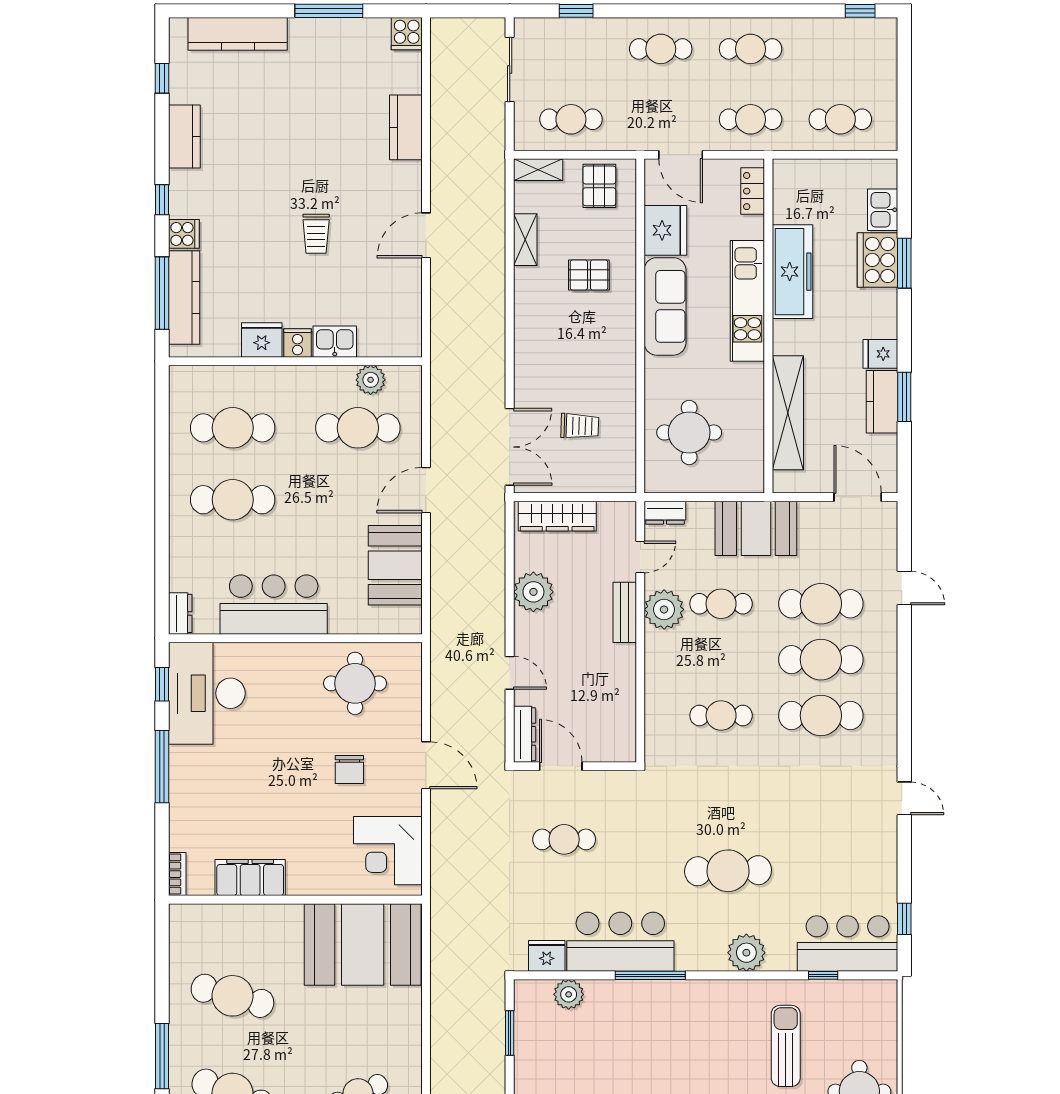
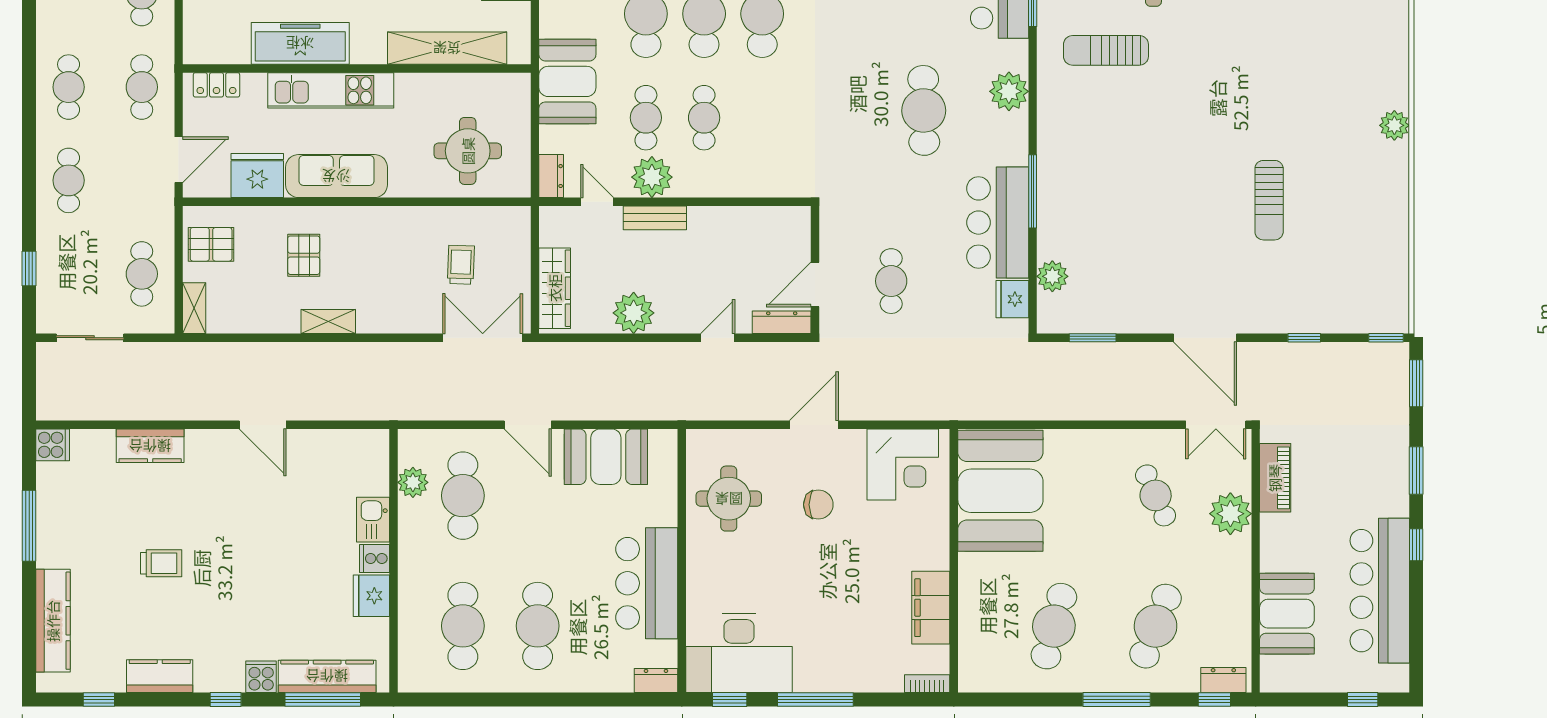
trolley: (316, 234) -> (161, 563), moved
shelving: (525, 240) -> (328, 321), moved
cafe table: (721, 716) -> (704, 118), moved

